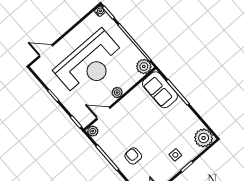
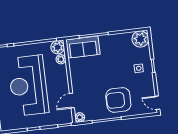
reception desk: (90, 63) -> (28, 86), turned 180
plant: (117, 92) -> (61, 59), moved
armchair: (133, 156) -> (118, 100), width x1.88, depth x1.88

